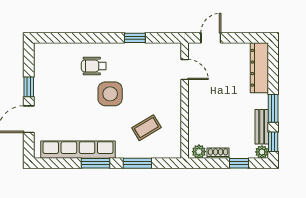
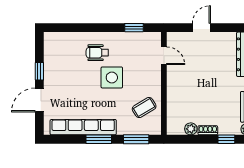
door: (185, 69) -> (164, 56), moved
wall: (185, 101) -> (164, 83), moved

